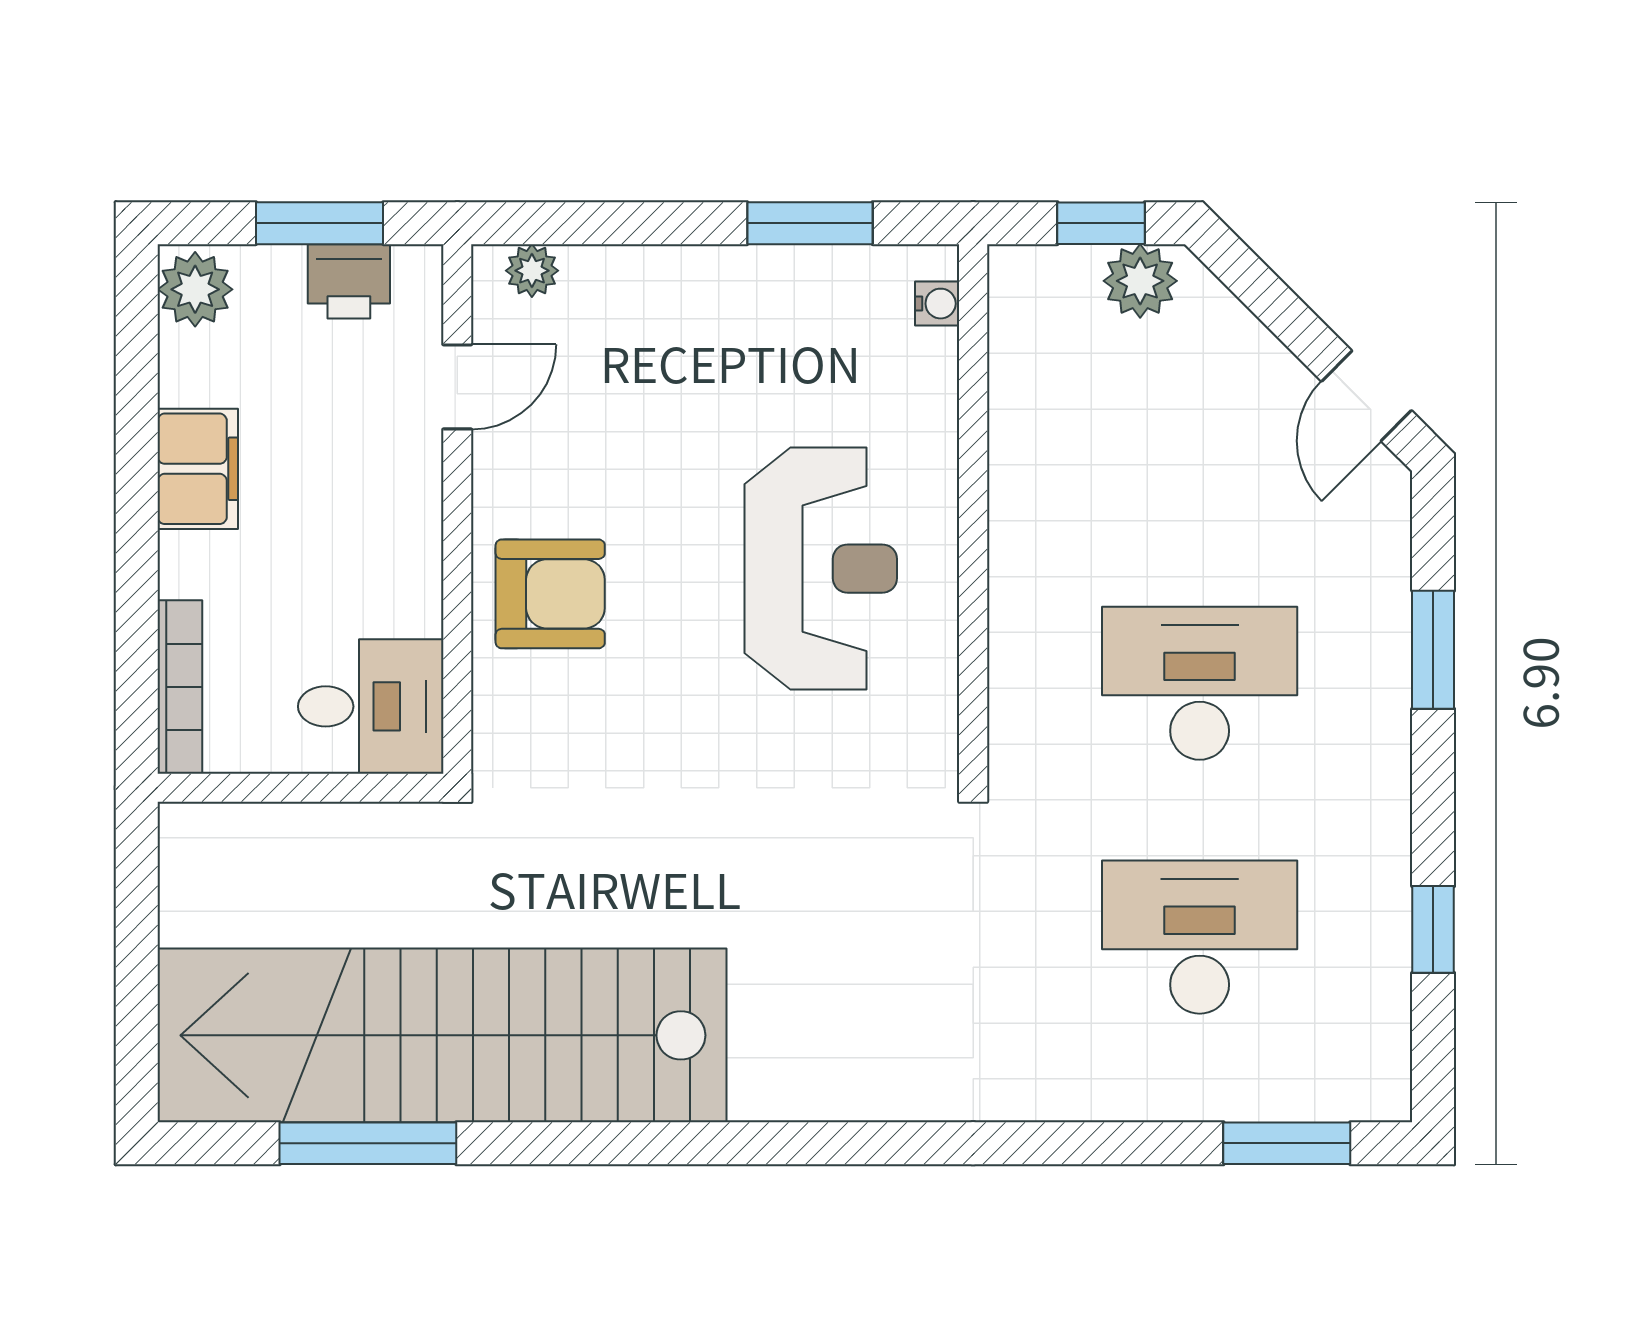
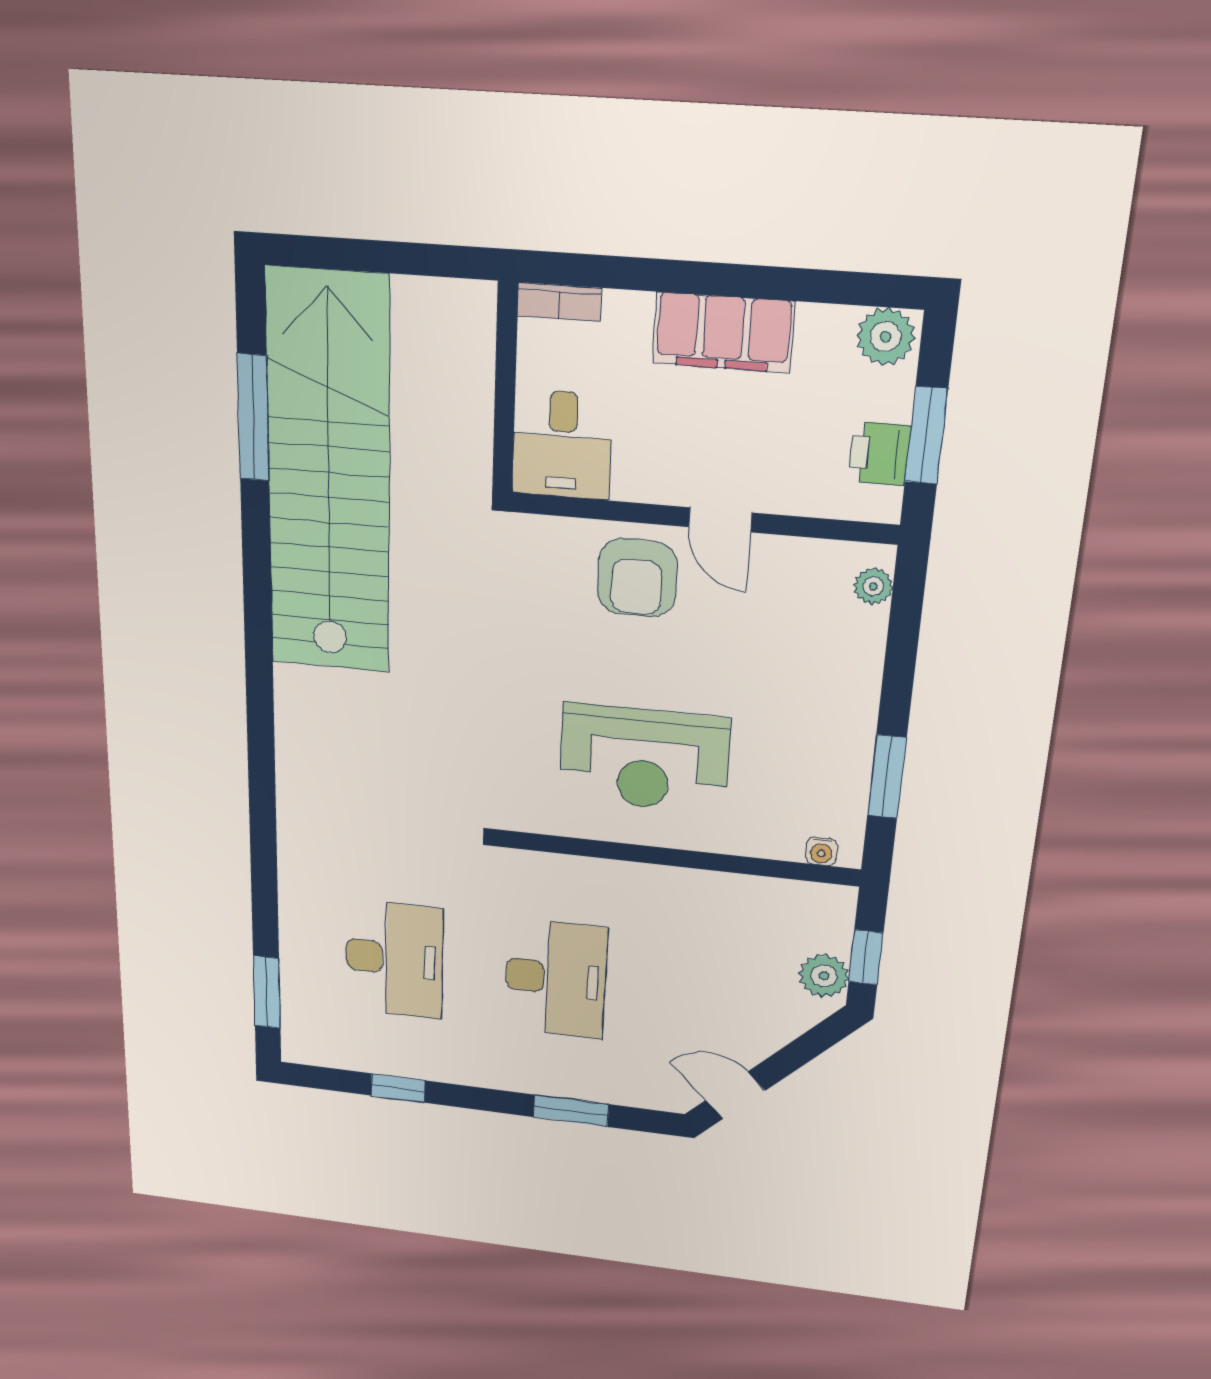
door: (457, 387) -> (720, 520), moved
filing cabinet: (198, 469) -> (723, 332), width x1.50, depth x1.17
bookcase: (180, 687) -> (559, 302), width x0.64

